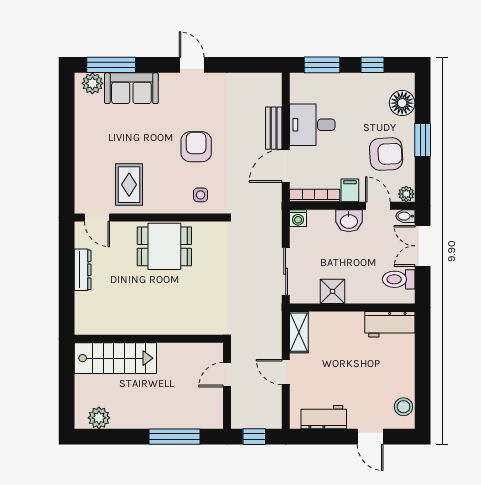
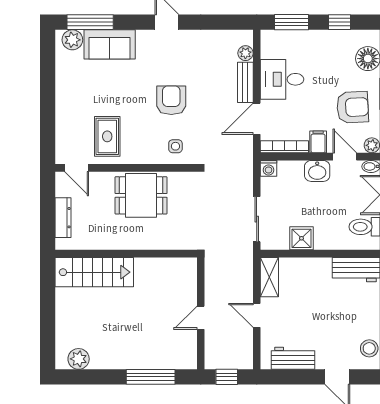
plant: (274, 97) -> (245, 53), added
wall: (149, 339) -> (126, 254), moved
stairs: (115, 358) -> (94, 272), moved

